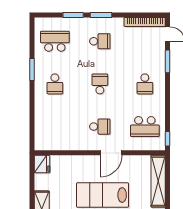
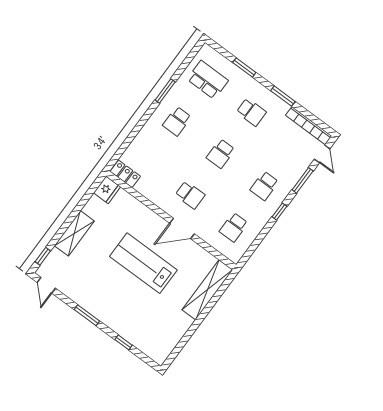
window: (101, 15) -> (283, 96), moved
school desk: (100, 84) -> (221, 154), turned 180
school desk: (145, 127) -> (234, 227), width x0.54
window: (168, 139) -> (279, 212), moved
locker: (46, 144) -> (125, 174), added

